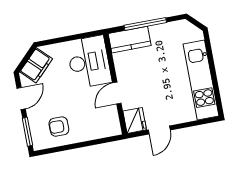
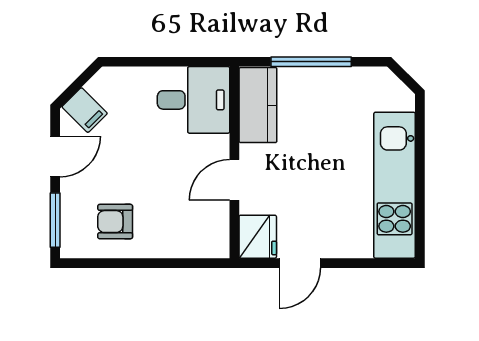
kitchen counter: (130, 40) -> (258, 105), moved, turned -90
desk: (89, 62) -> (194, 100), width x0.73
filing cabinet: (36, 65) -> (85, 110), width x0.50

